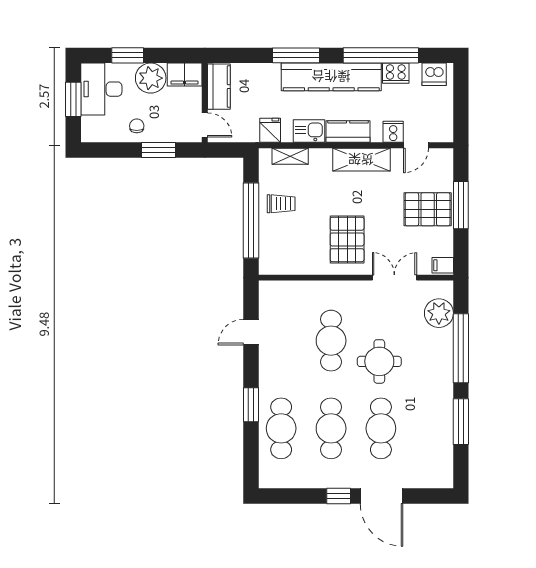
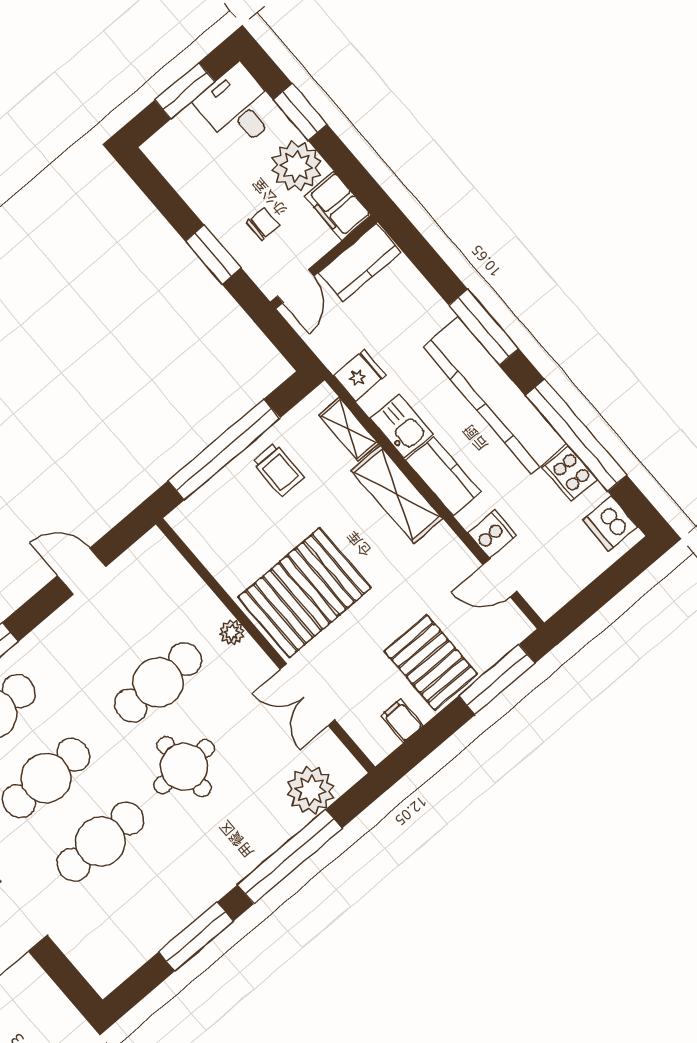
desk: (101, 89) -> (238, 108), width x0.73
chair: (137, 126) -> (263, 224), moved
shelving: (361, 160) -> (397, 495), moved
window: (461, 205) -> (497, 680), moved
pallet: (347, 239) -> (305, 593), width x1.37, depth x1.41
filing cabinet: (443, 265) -> (402, 721), moved
double door: (394, 278) -> (307, 695), swing flipped
plant: (337, 288) -> (232, 632), added

